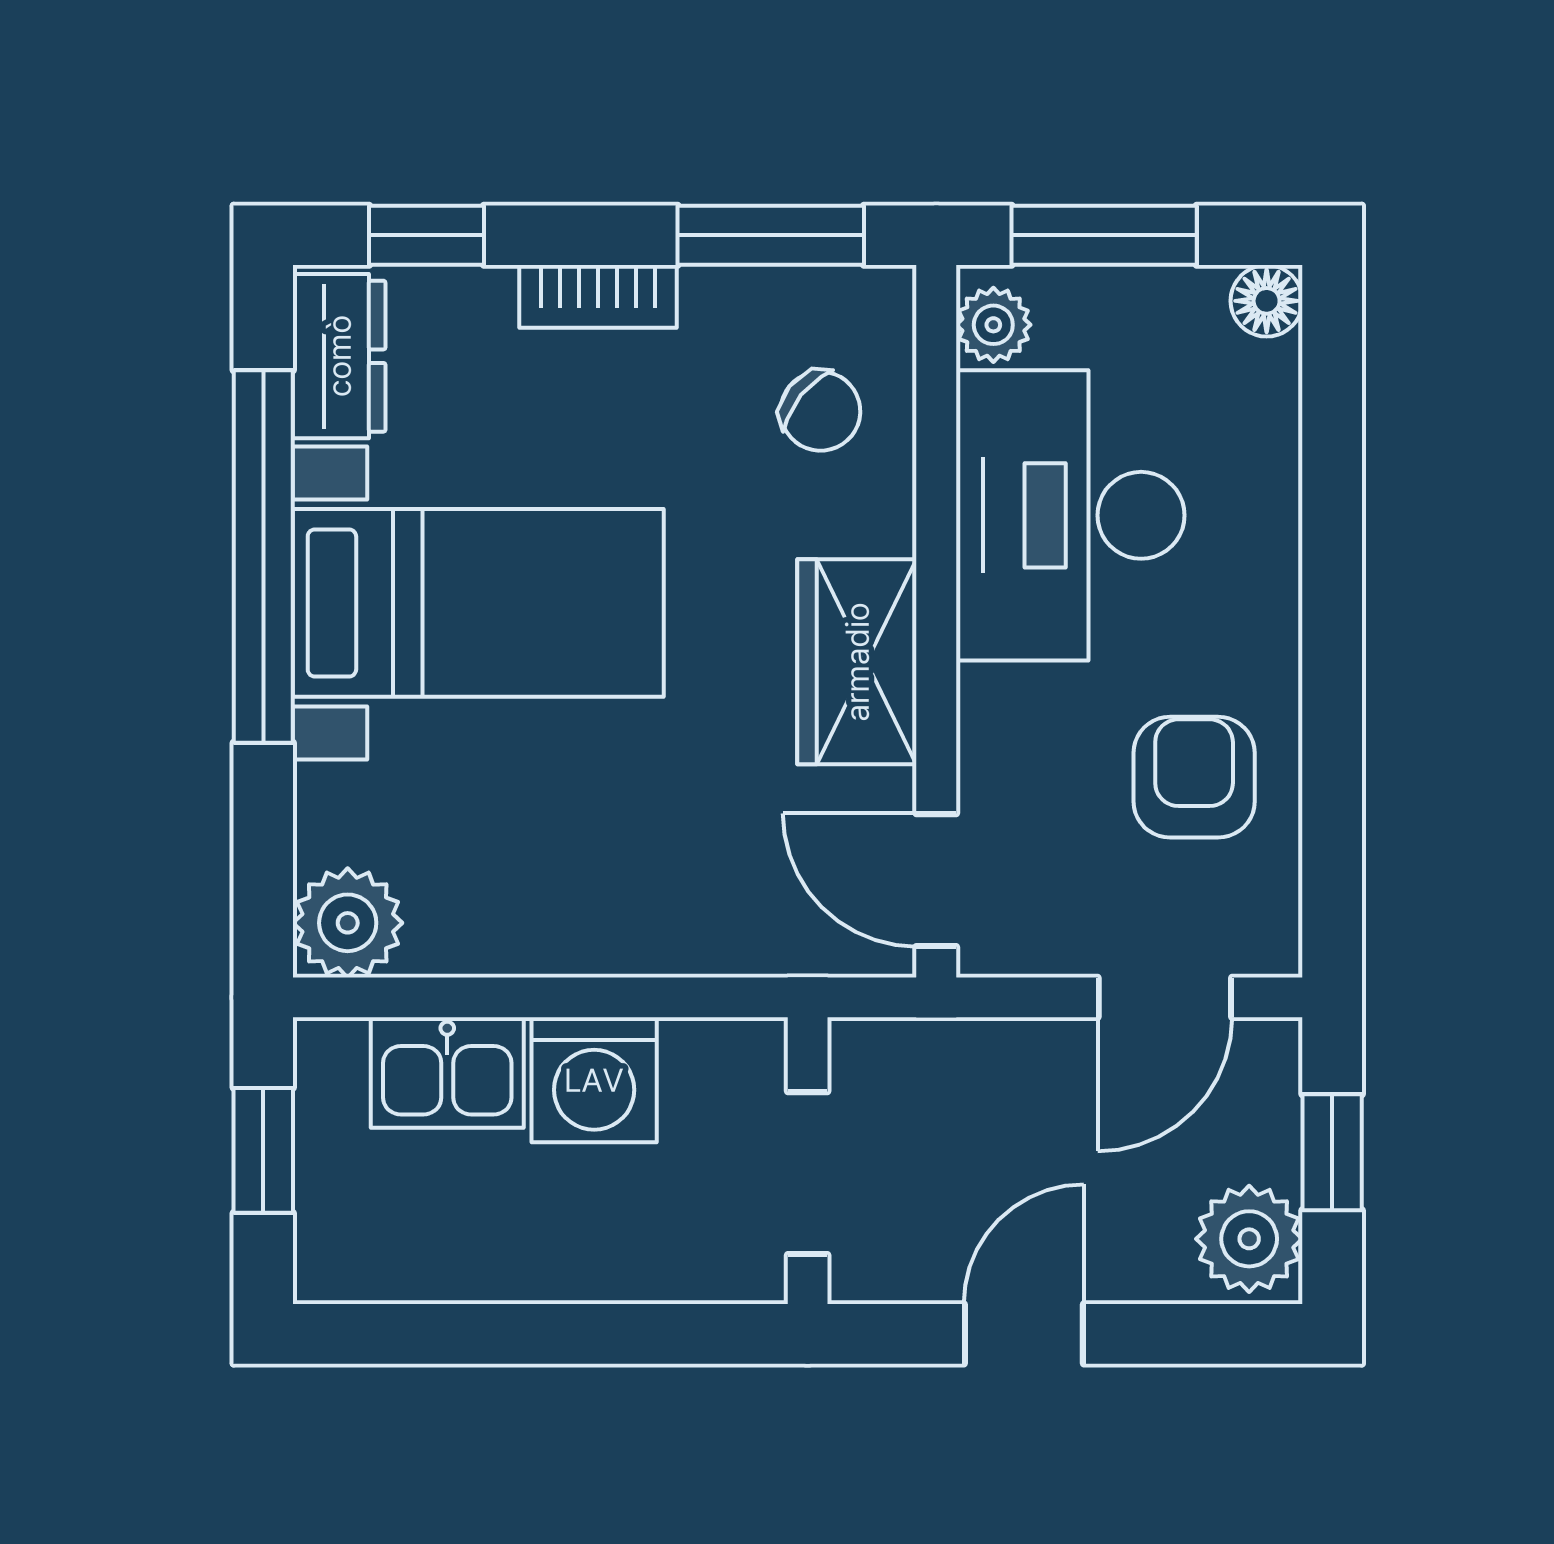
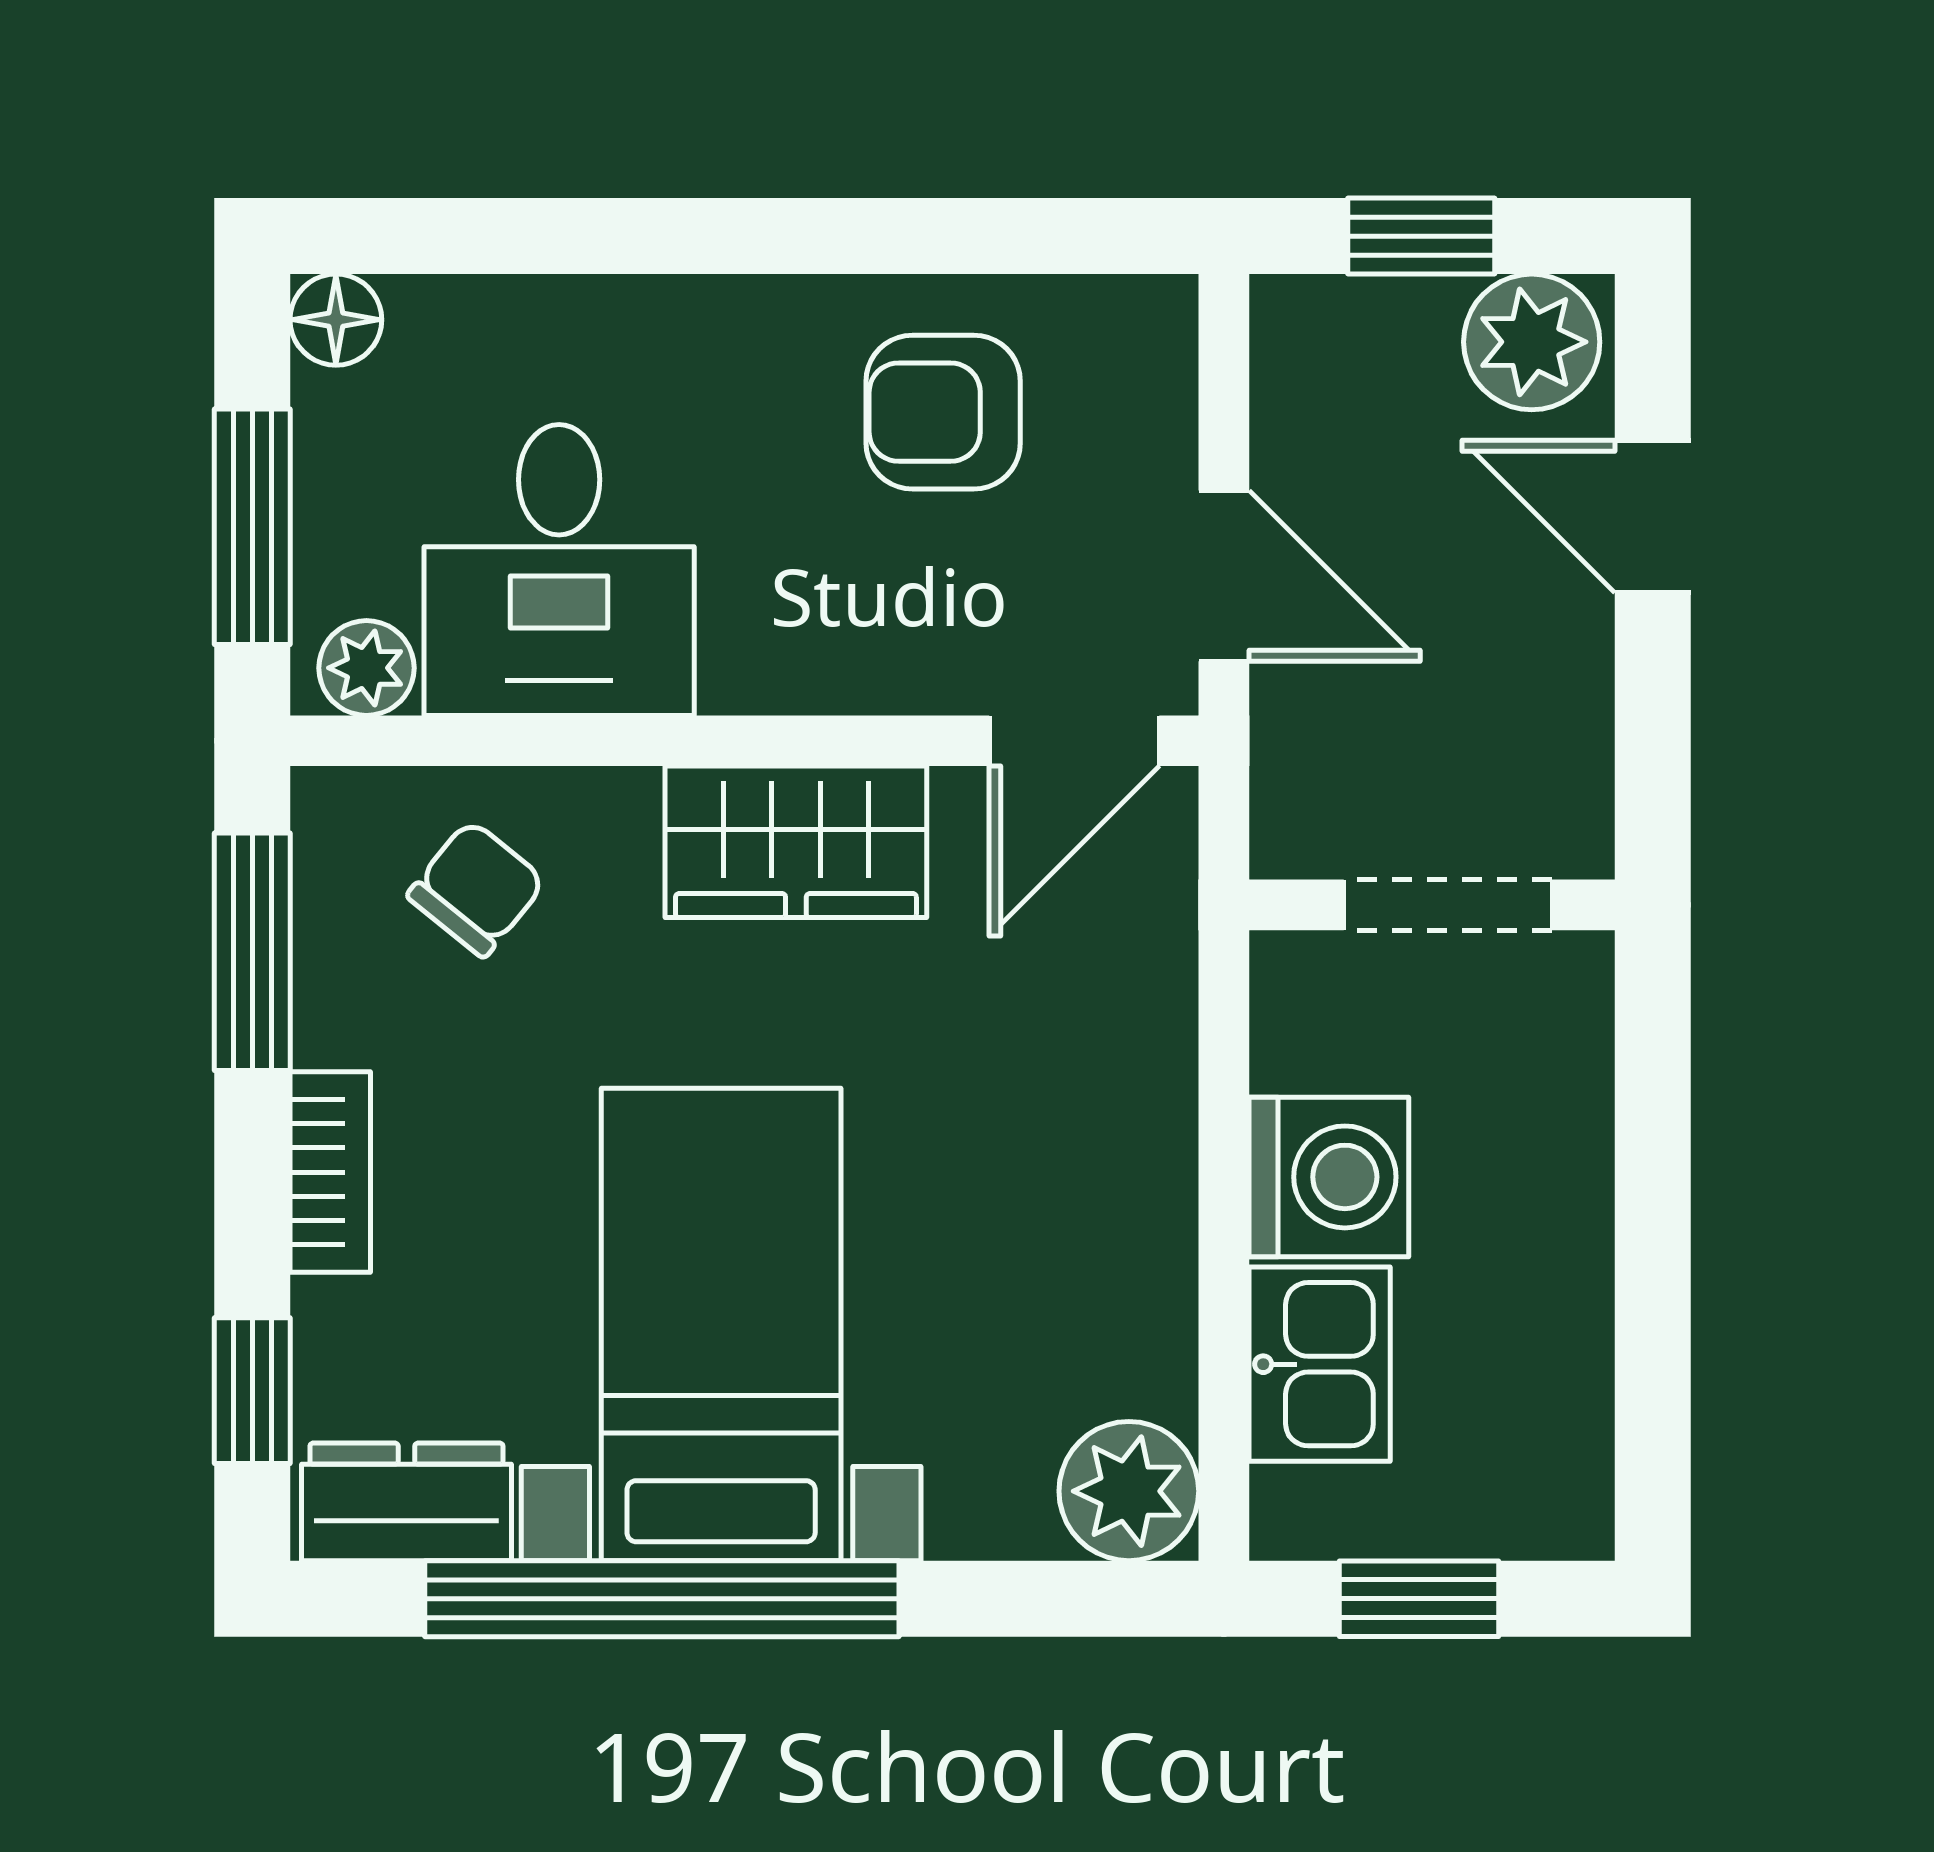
desk: (1070, 515) -> (559, 570), width x0.73
door: (1165, 997) -> (1224, 576), moved
door: (1024, 1334) -> (1653, 517), moved

